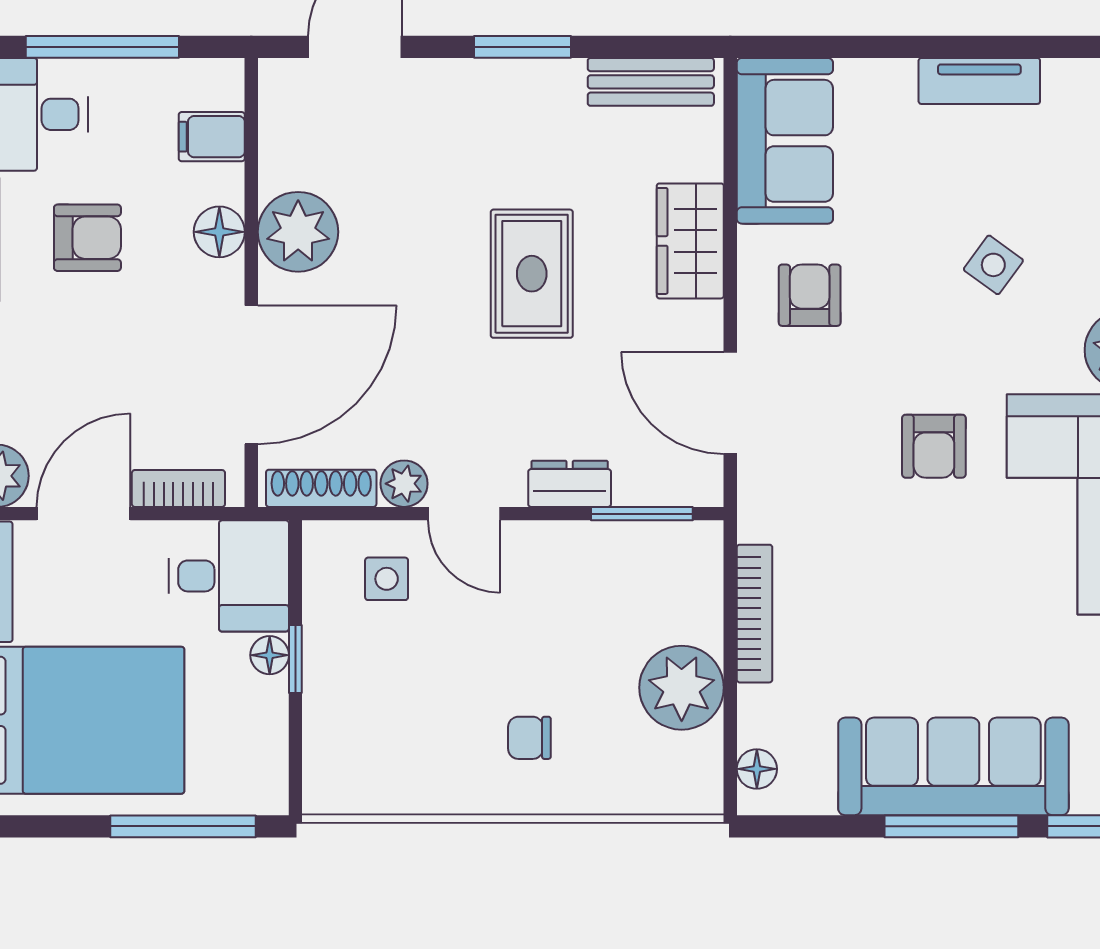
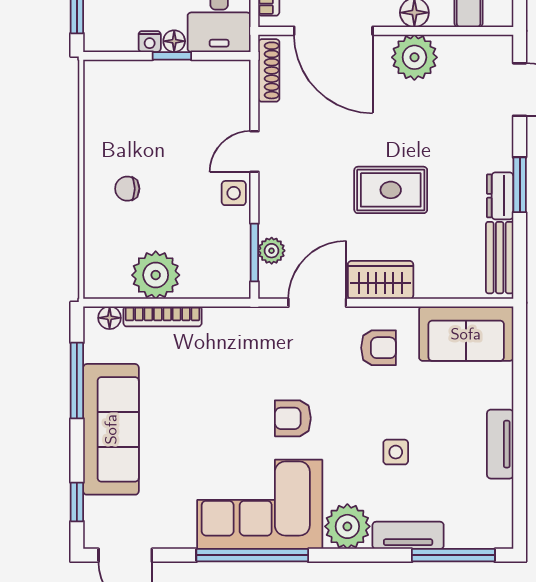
wardrobe: (690, 241) -> (381, 280), moved
side table: (993, 265) -> (396, 452), turned -36
plant: (404, 484) -> (272, 251), moved
dresser: (570, 484) -> (500, 196), moved, turned 180
side table: (387, 579) -> (234, 193), moved
bookcase: (755, 614) -> (163, 316), moved
nightstand: (270, 698) -> (150, 42), added
chair: (529, 738) -> (127, 189), turned -90
window: (951, 826) -> (77, 381), moved

